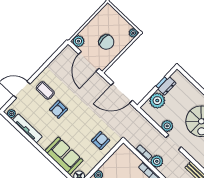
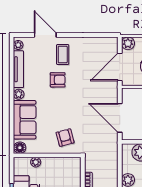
armchair: (59, 109) -> (58, 80), turned 180
armchair: (101, 141) -> (65, 138), turned -105
plant: (44, 144) -> (19, 94), added

